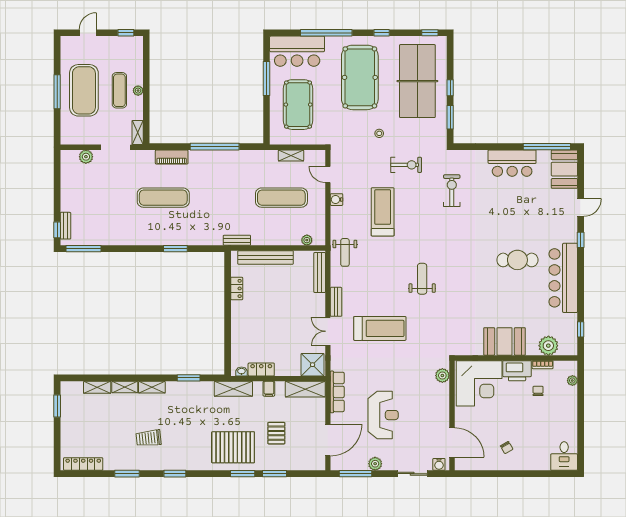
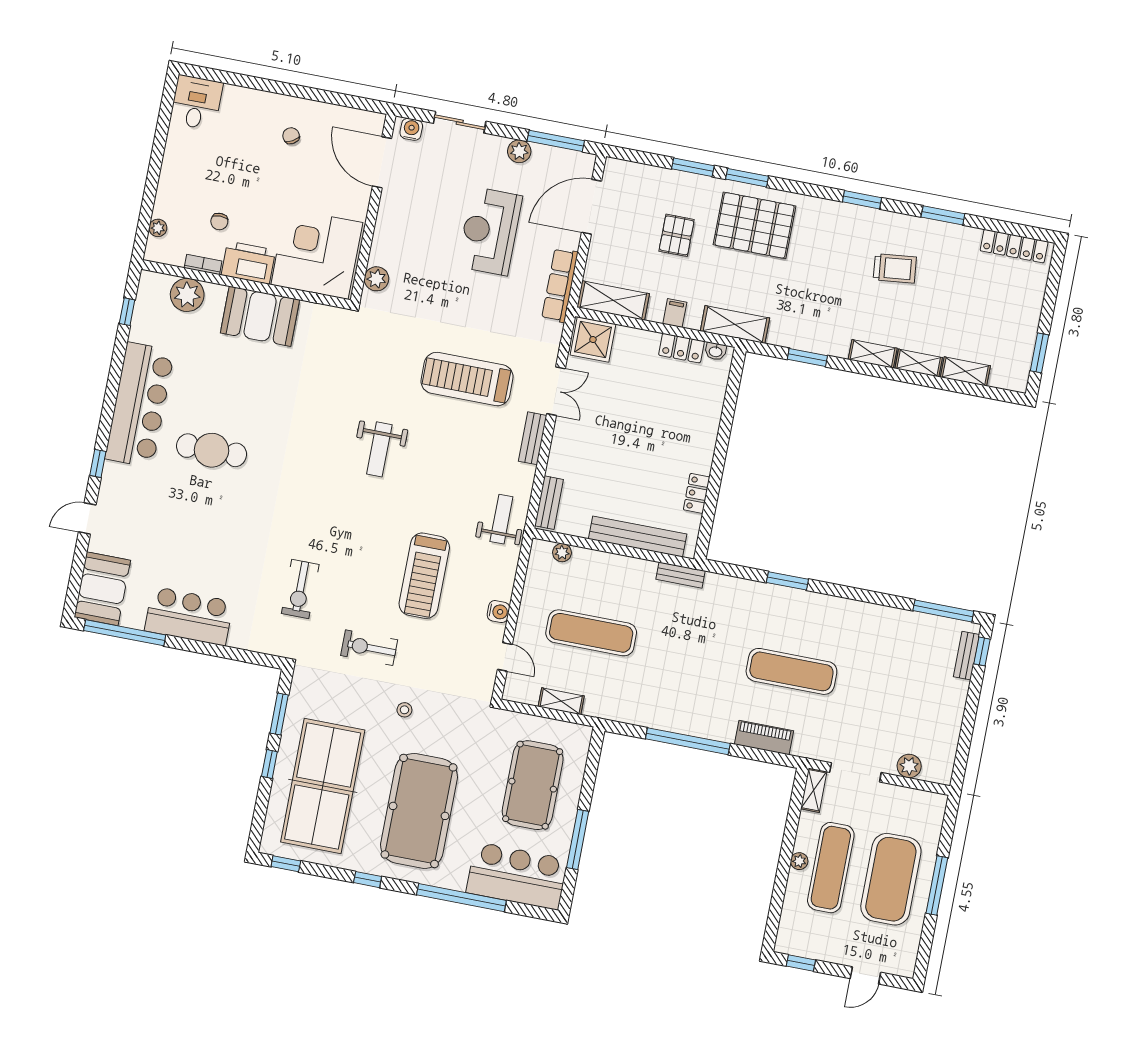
exercise mat: (119, 90) -> (831, 868), width x1.36, depth x1.45
bench: (320, 272) -> (549, 503), width x0.73

